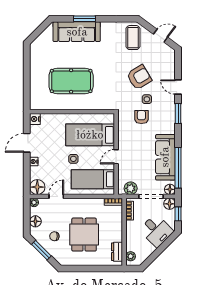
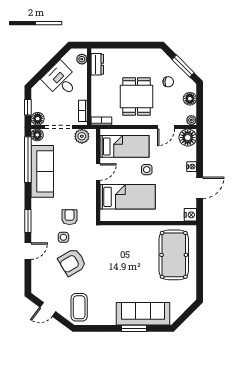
pool table: (71, 81) -> (174, 255), moved, turned 90
door: (178, 87) -> (28, 251), hinge flipped
armchair: (141, 117) -> (70, 217), turned 180
desk: (156, 231) -> (61, 80), moved
dining table: (84, 235) -> (136, 96), moved

